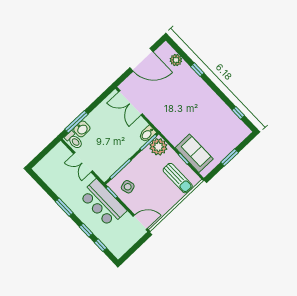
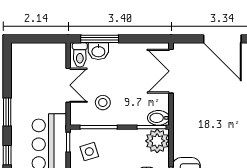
stool: (110, 154) -> (103, 103), added
double door: (83, 162) -> (68, 85), swing flipped

